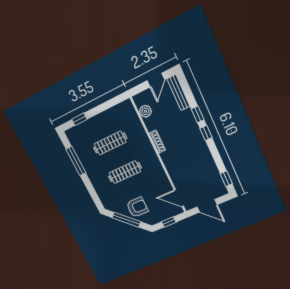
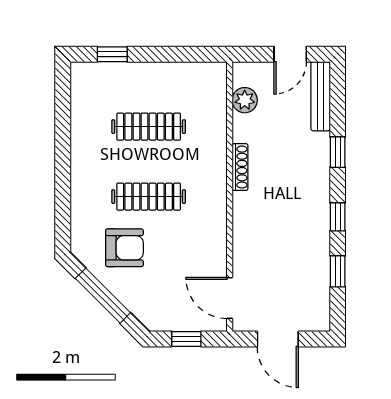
window: (206, 133) -> (338, 217), moved
window: (76, 161) -> (63, 129), removed
window: (226, 179) -> (338, 271), moved
armchair: (137, 207) -> (124, 248), moved

